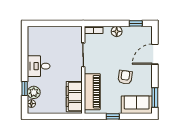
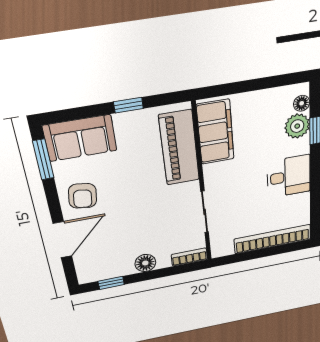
bookcase: (48, 31) -> (273, 239), added
armchair: (125, 77) -> (83, 196), moved

